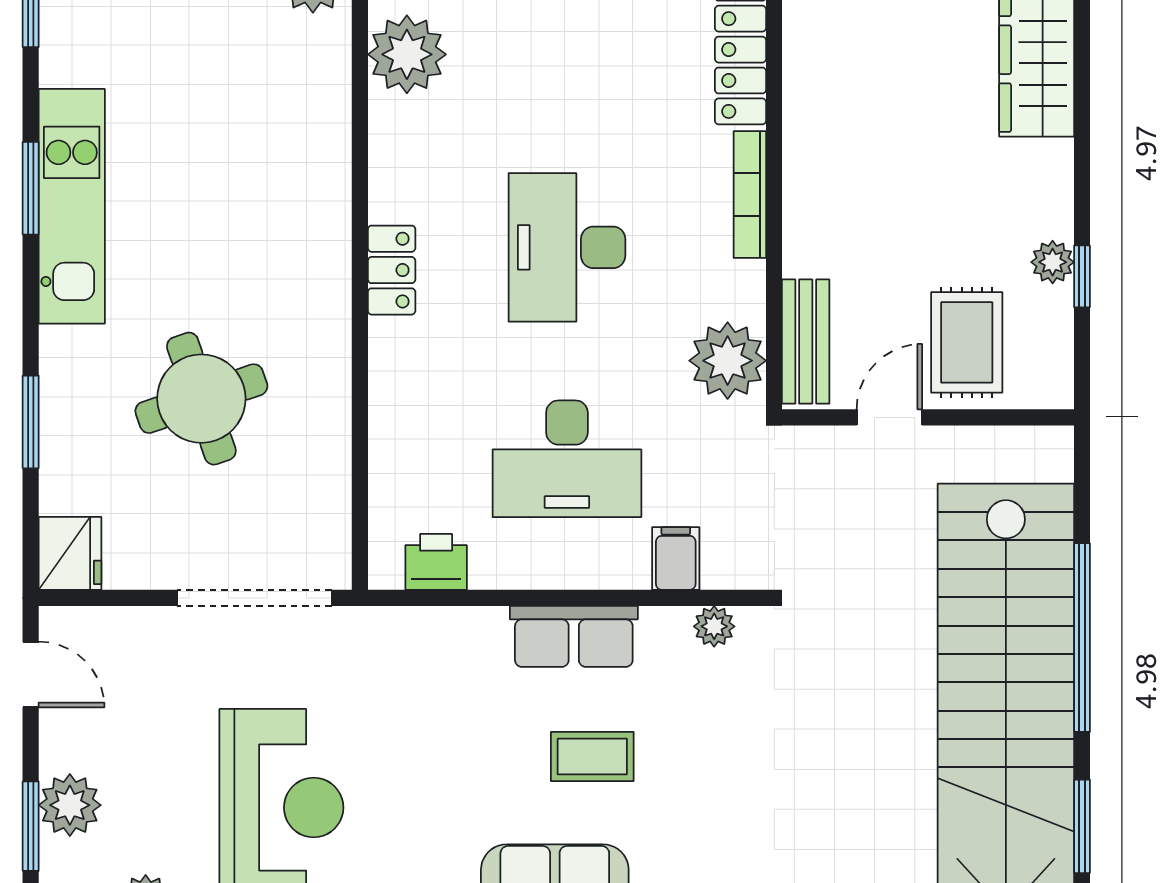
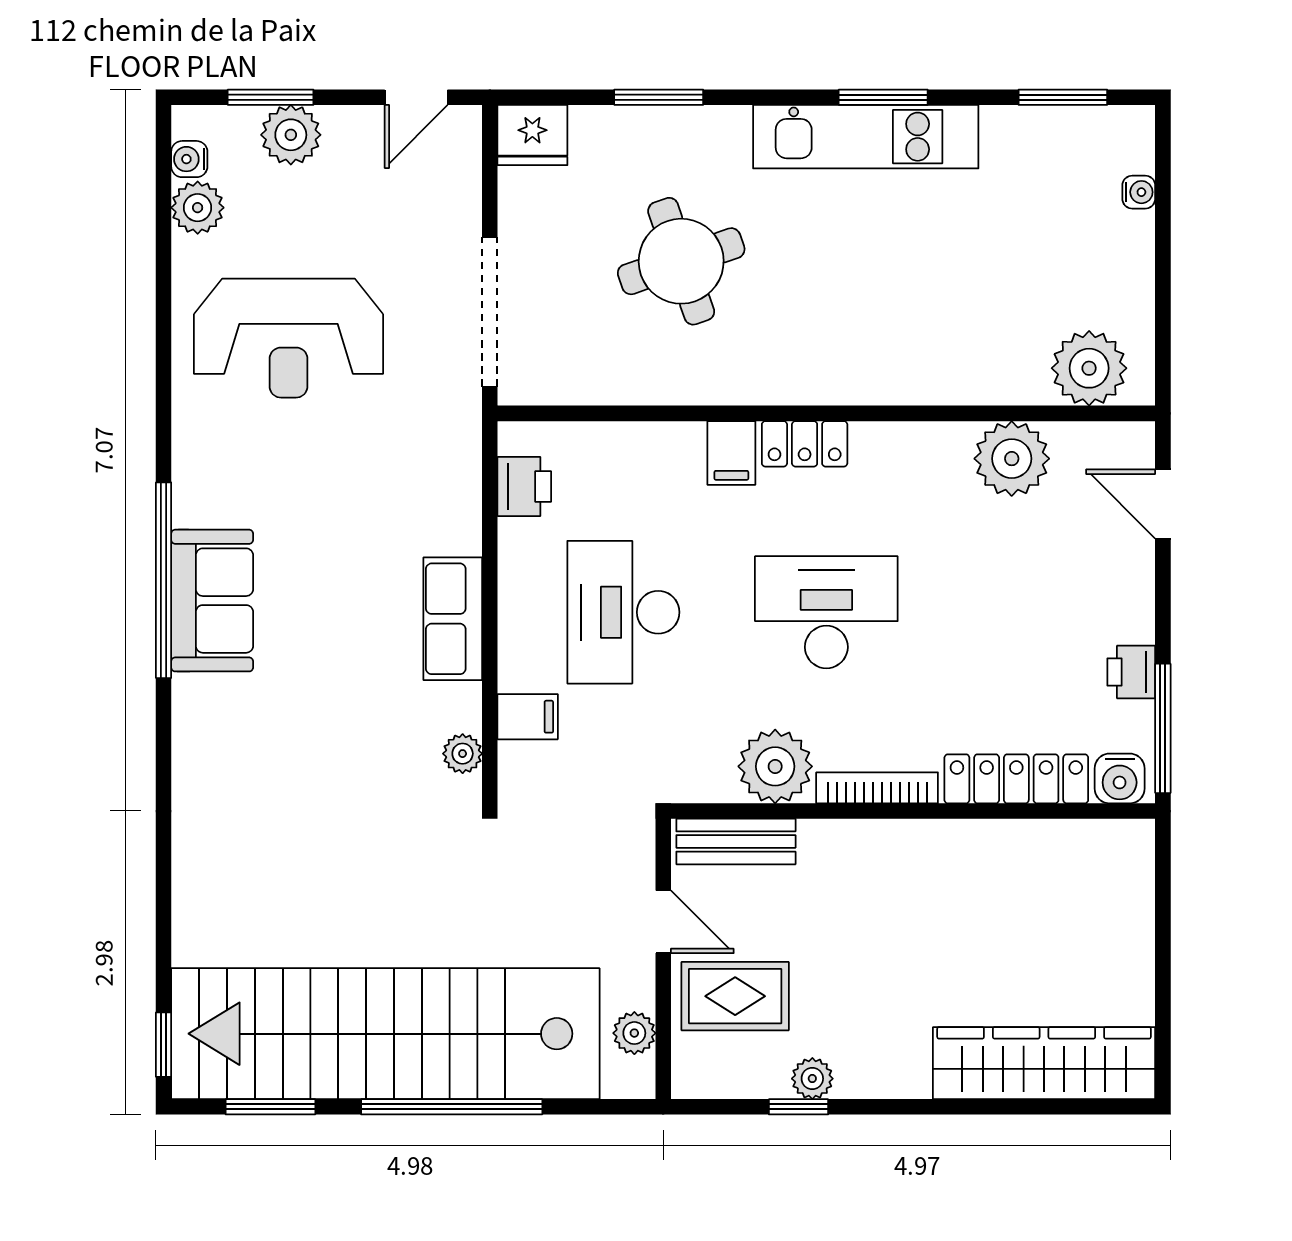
filing cabinet: (401, 346) -> (731, 453), added
plant: (728, 361) -> (775, 766), moved
plant: (1005, 447) -> (634, 1033), added
coffee table: (592, 757) -> (337, 637), removed

